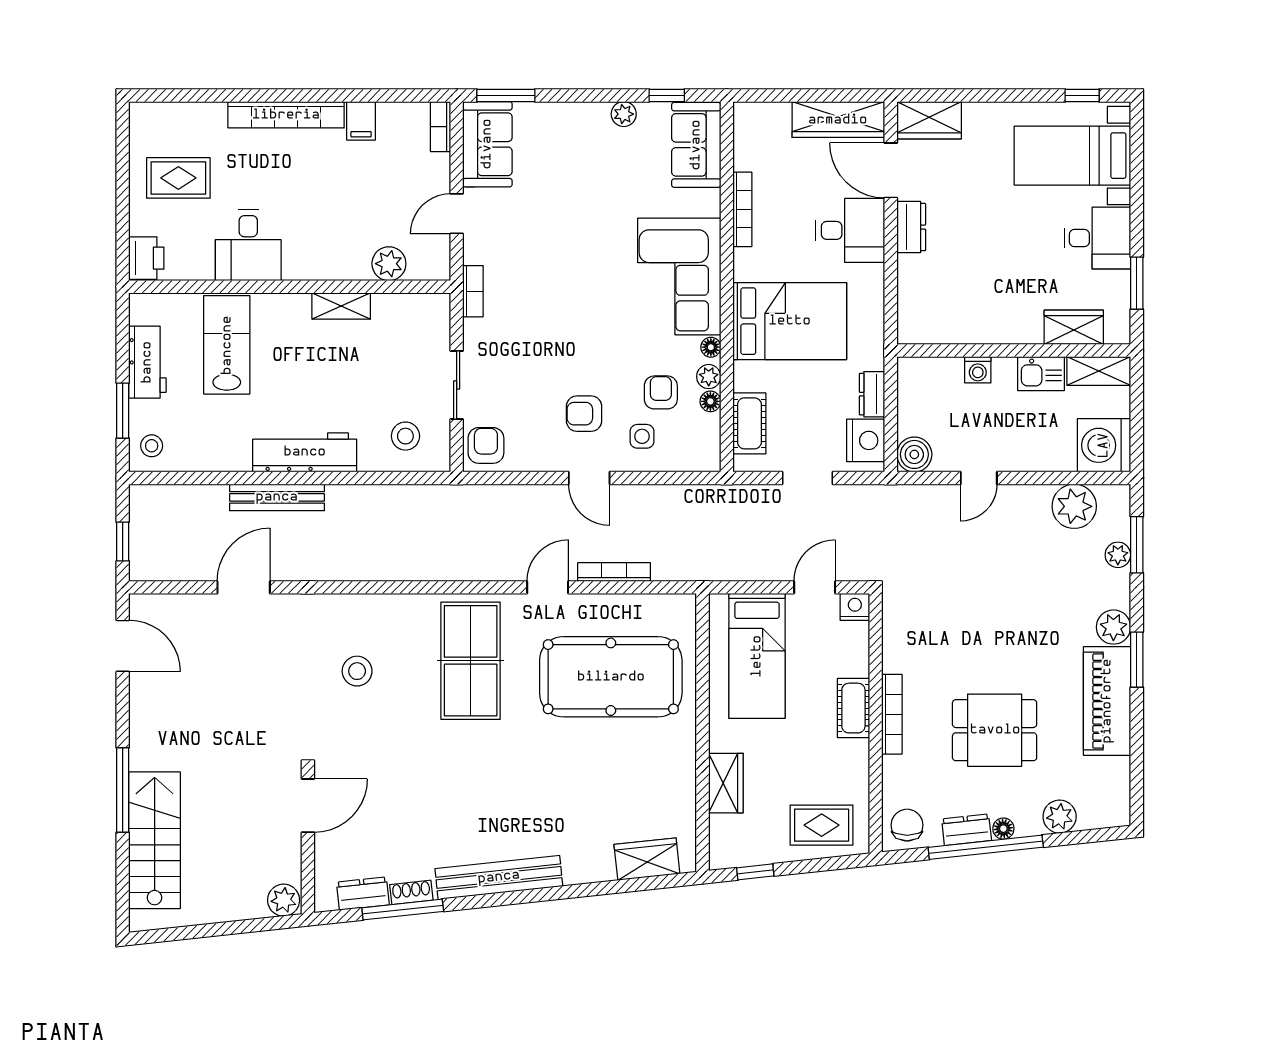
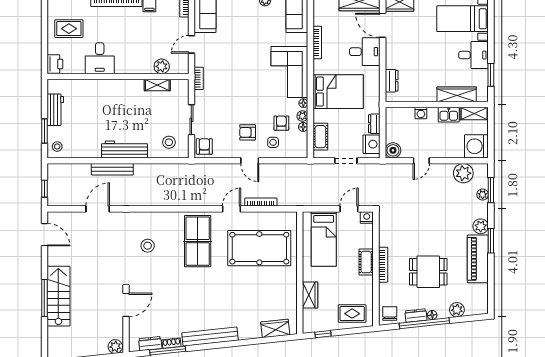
dresser: (911, 227) -> (392, 81), moved
shelving: (341, 306) -> (157, 85), moved
wardrobe: (1074, 327) -> (457, 94), width x1.50
lab bench: (227, 345) -> (90, 102), removed
stairs: (155, 840) -> (58, 296), moved

